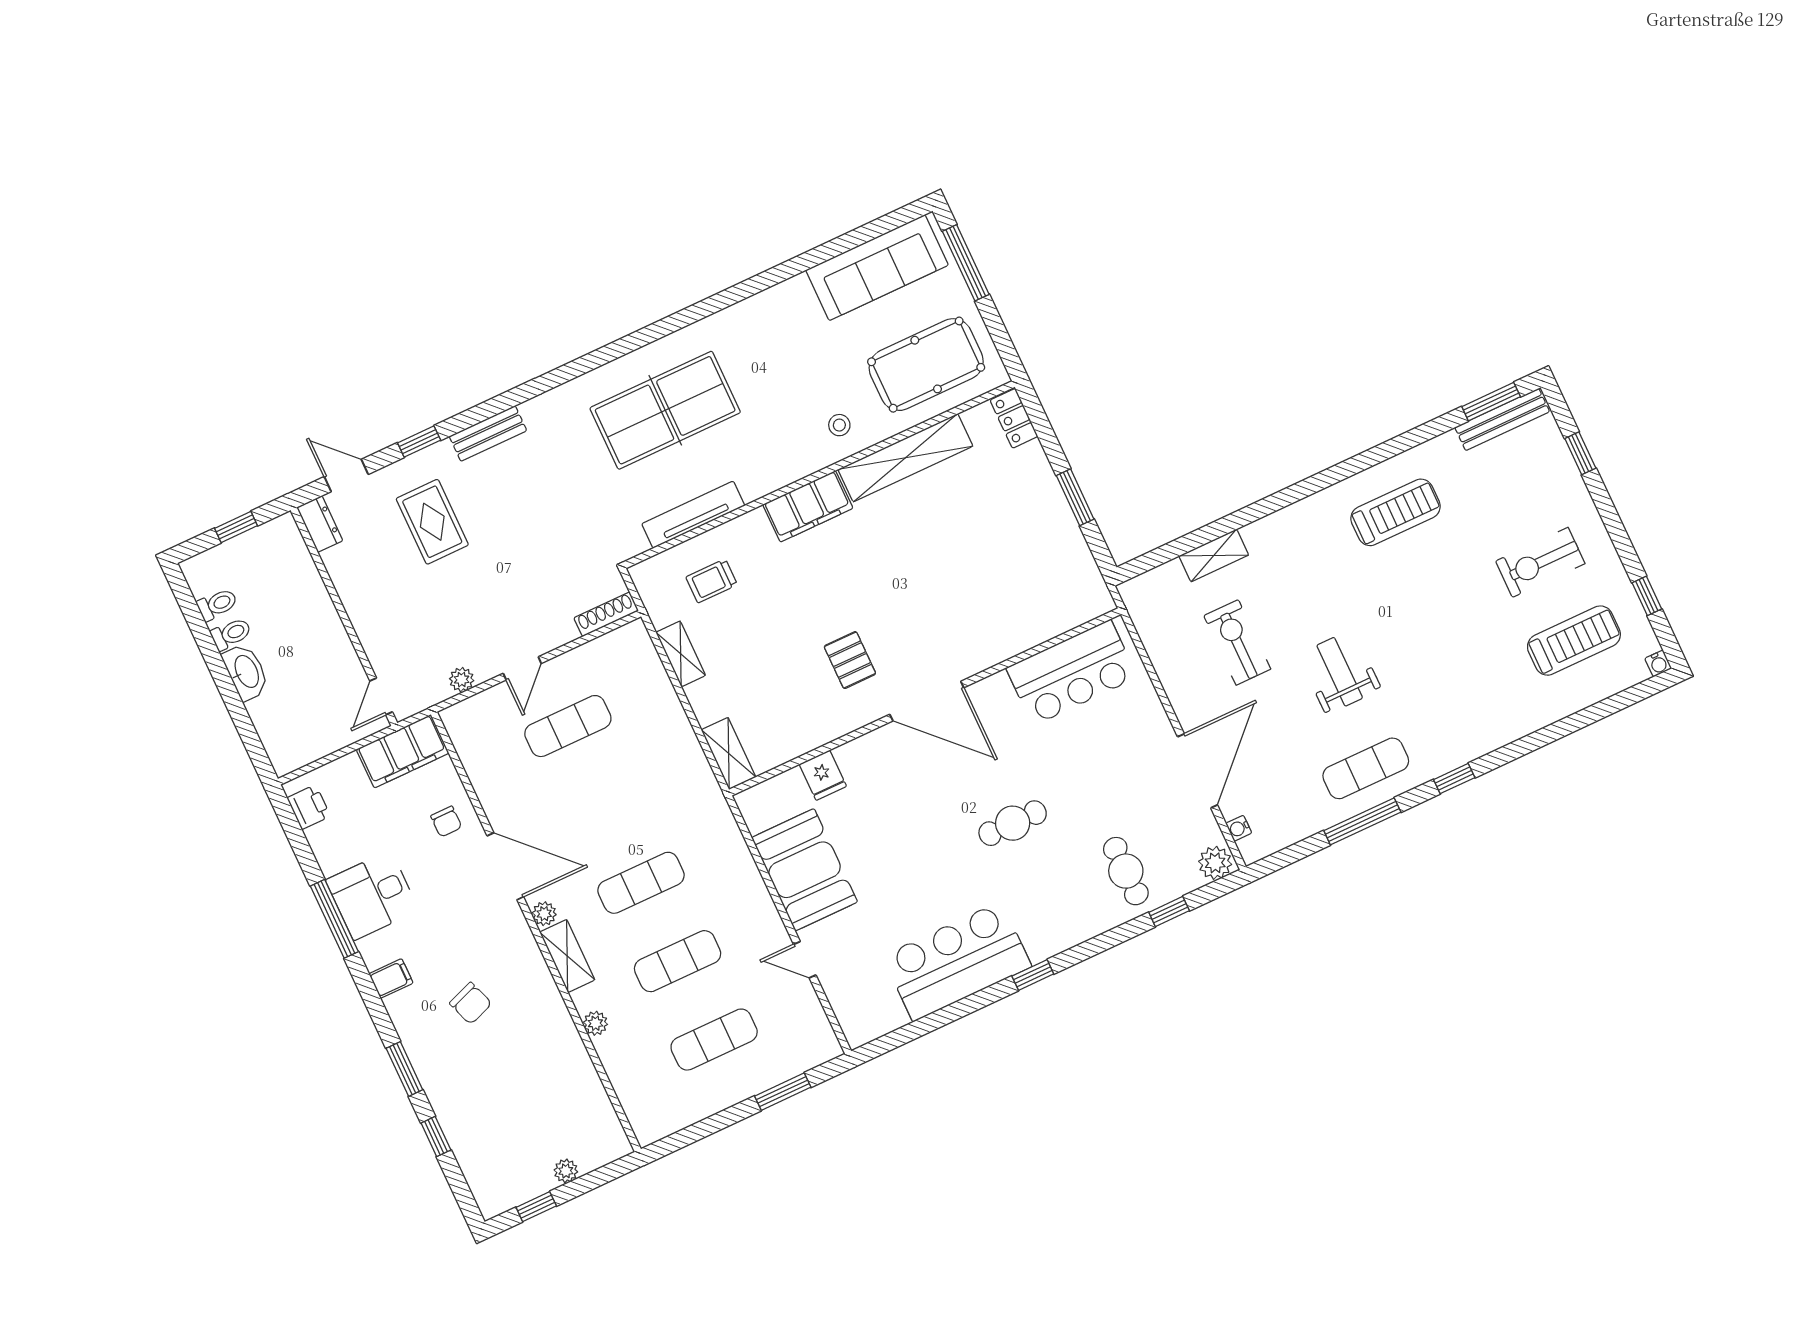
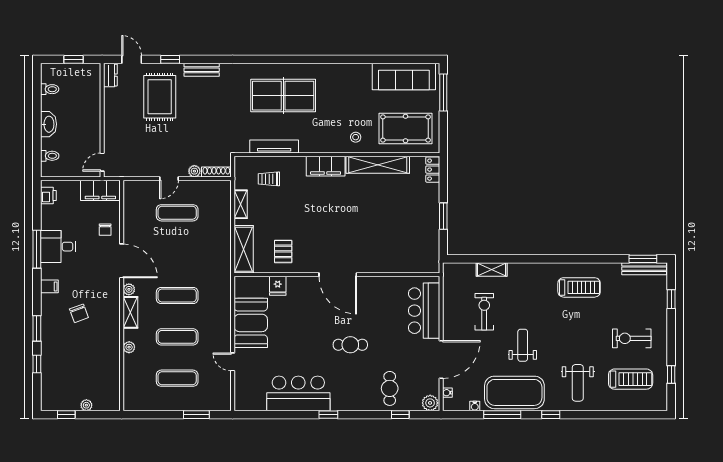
rug: (432, 522) -> (160, 97), width x1.36, depth x1.43
toilet: (231, 634) -> (50, 156), moved
pallet: (850, 660) -> (283, 251), moved
water cooler: (1658, 663) -> (475, 406), moved
bar counter: (1072, 673) -> (424, 311), moved, turned 90
plant: (462, 680) -> (194, 171), moved
weight bench: (1477, 694) -> (578, 383), added
shelving: (729, 753) -> (244, 249), width x1.50, depth x1.33
exercise mat: (1366, 768) -> (514, 392), width x2.00, depth x1.45

